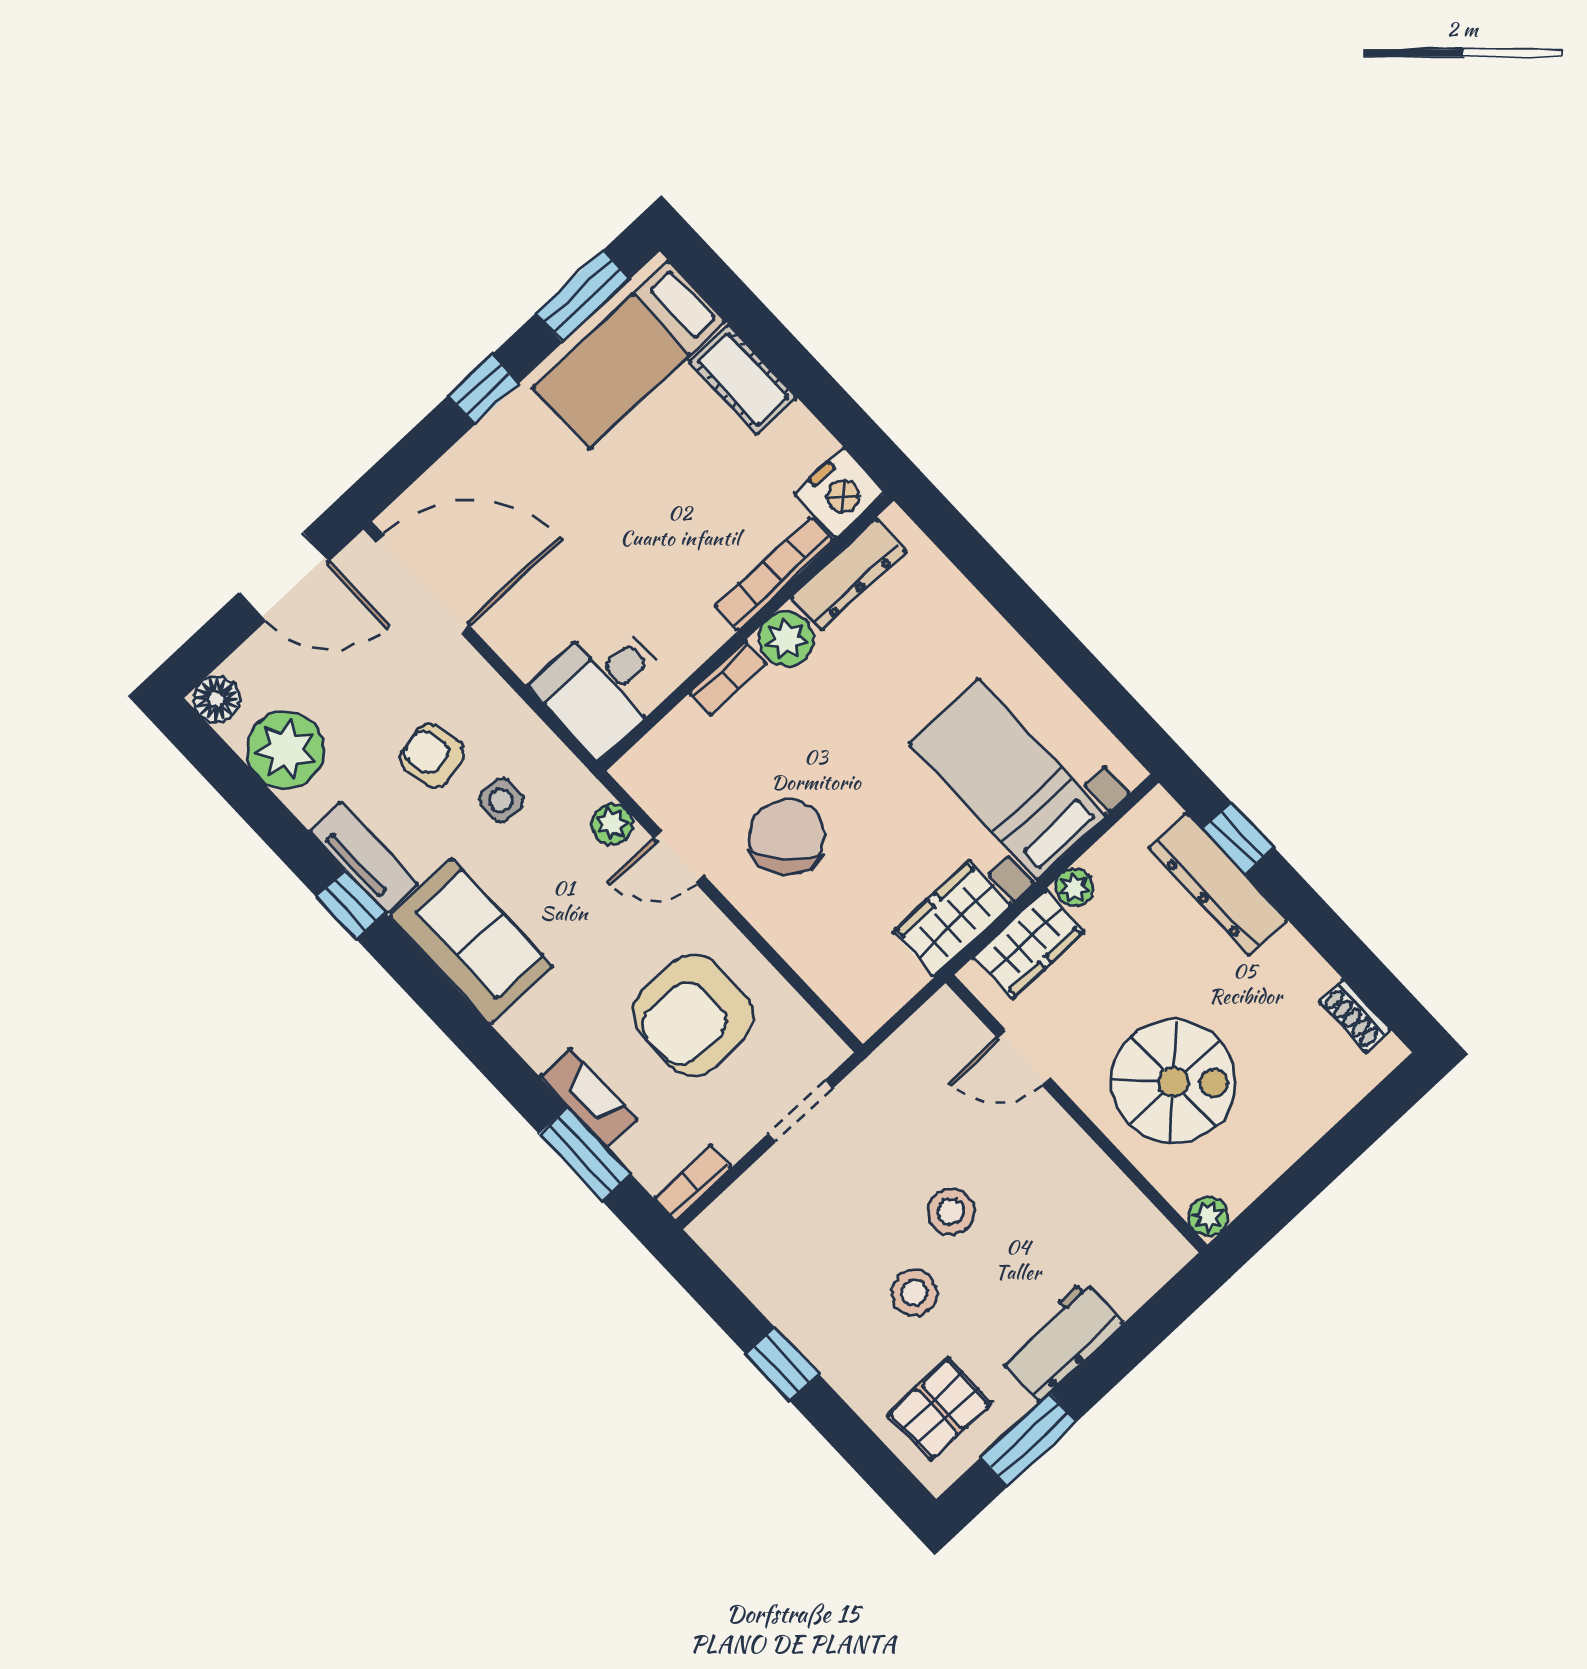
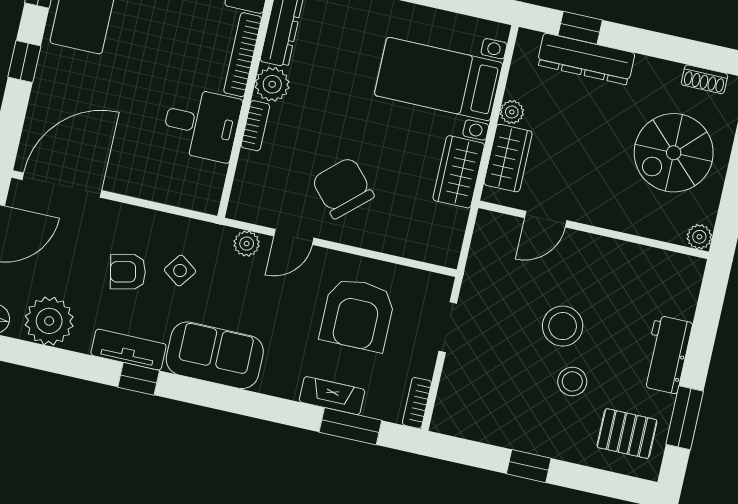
desk: (603, 686) -> (201, 124), moved, turned -90
side table: (501, 800) -> (180, 271), turned 36
spiral stairs: (1173, 1082) -> (674, 153), moved, turned 180
stool: (951, 1212) -> (563, 326), width x1.38, depth x1.38
pallet: (940, 1409) -> (627, 434), turned 90

